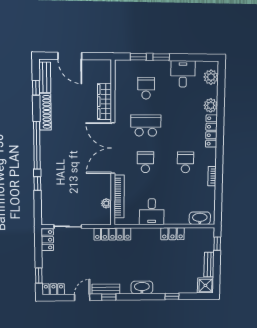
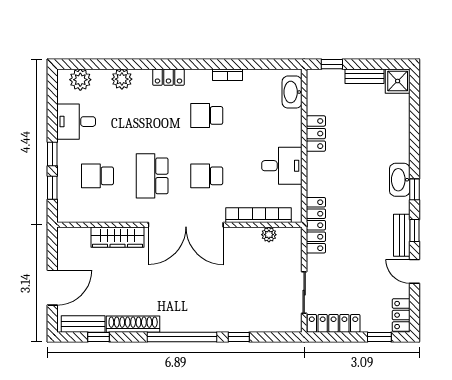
locker: (211, 131) -> (168, 77), width x0.66
locker: (47, 240) -> (334, 323), width x1.53
window: (172, 296) -> (414, 189), moved

